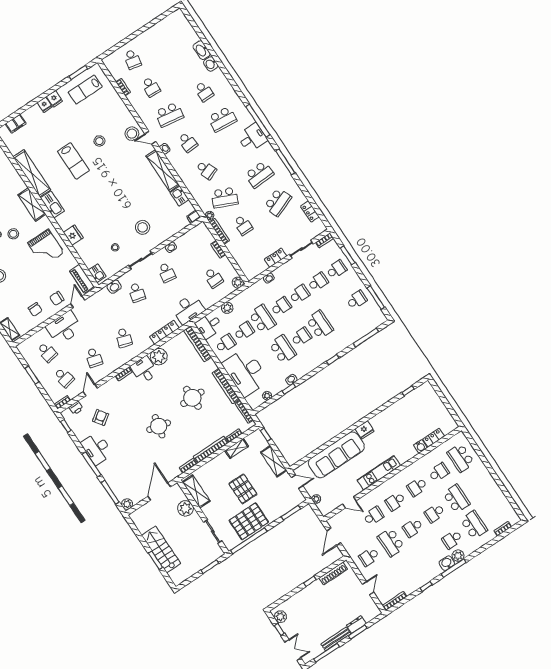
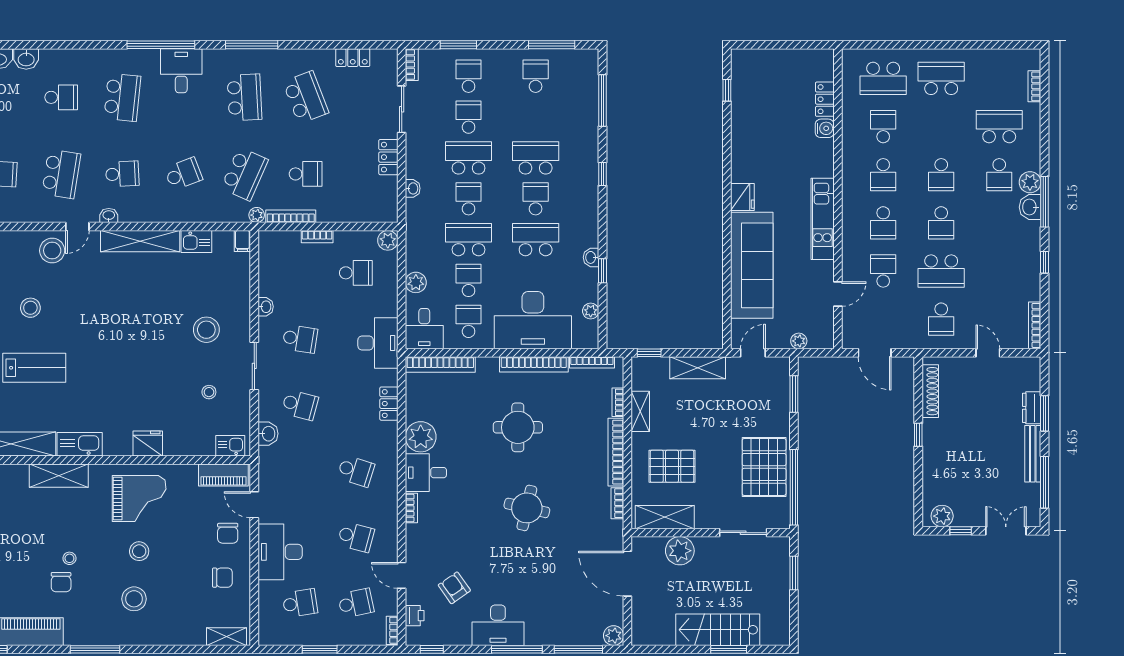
stool: (13, 234) -> (139, 551), moved
school desk: (299, 294) -> (469, 158), width x1.85
locker: (164, 332) -> (389, 404), width x0.66
pallet: (243, 489) -> (672, 466), moved
school desk: (456, 499) -> (941, 78), moved

